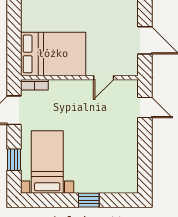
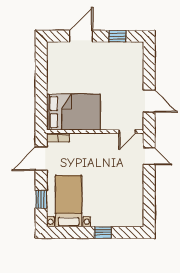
door: (104, 78) -> (127, 132), moved

